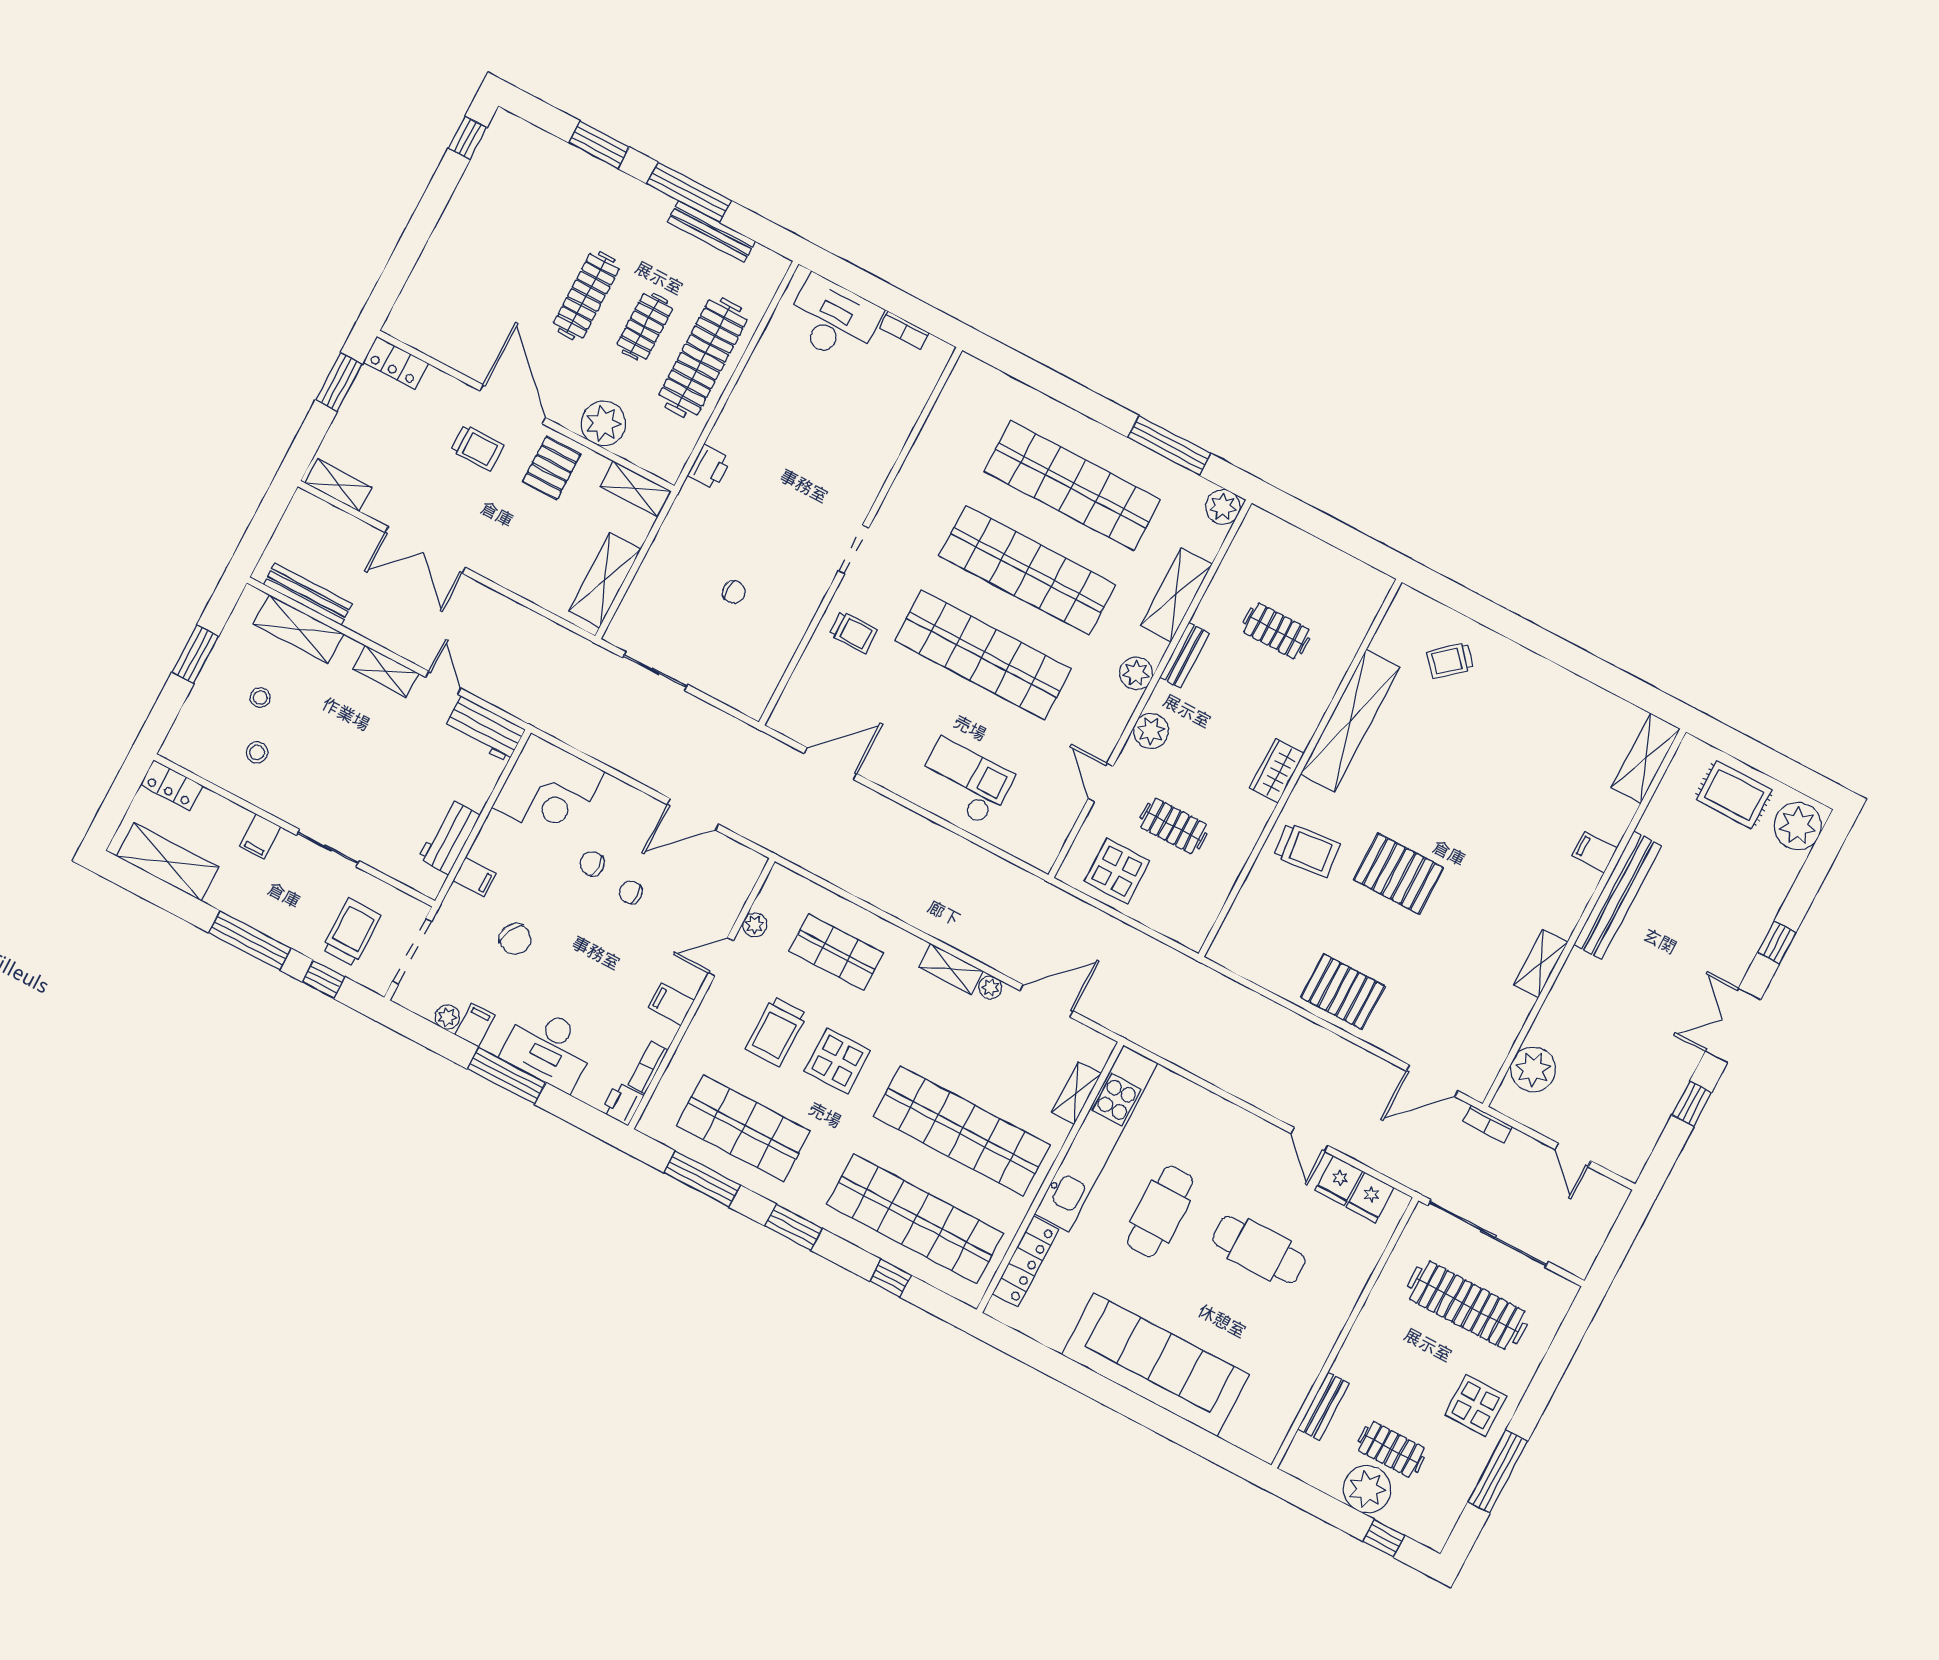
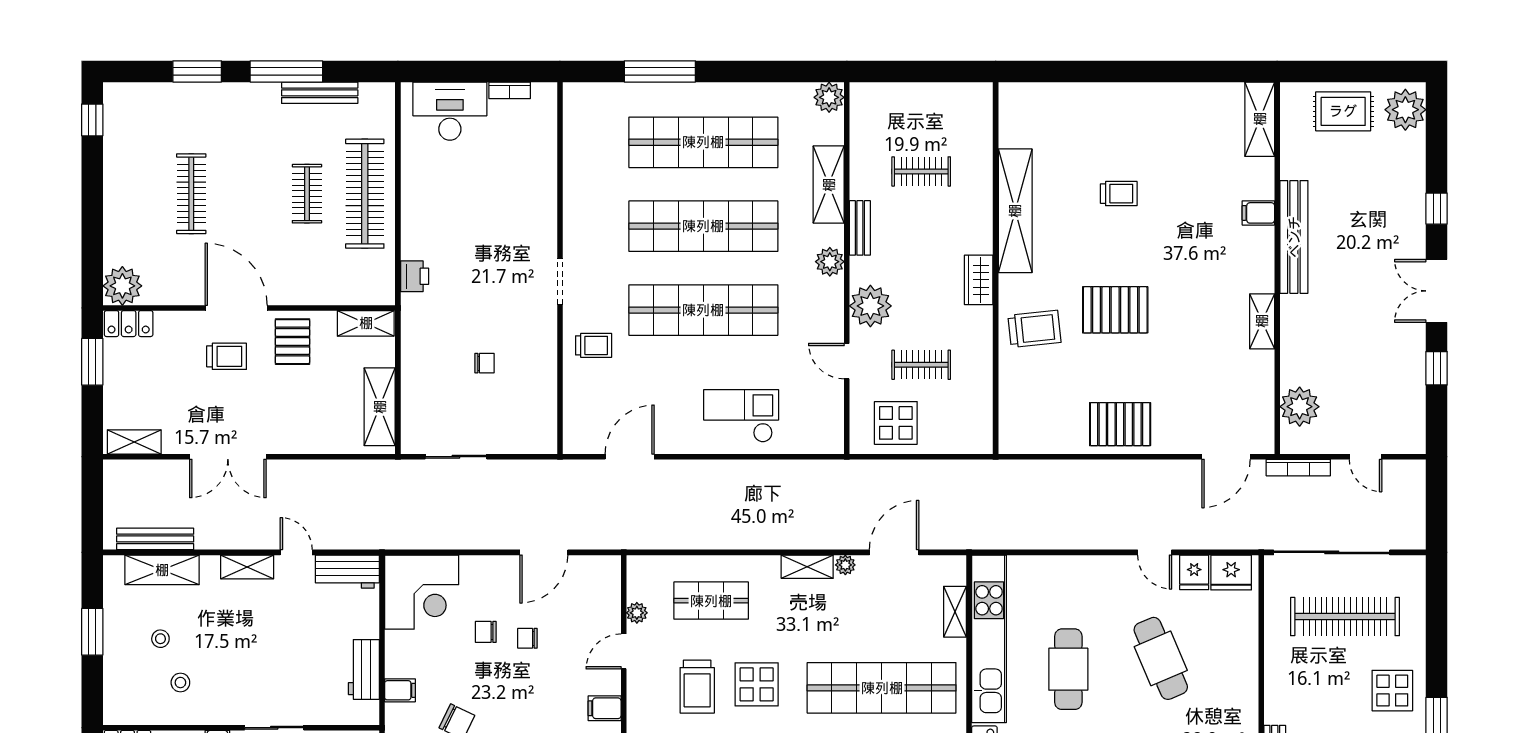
clothes rail: (586, 296) -> (191, 194), moved
plant: (603, 424) -> (122, 286), moved
window: (1169, 445) -> (660, 71), moved
trolley: (1450, 660) -> (1119, 194), moved, turned -139
plant: (1151, 731) -> (870, 306), width x1.36, depth x1.36
bookcase: (1488, 1124) -> (1298, 468), width x1.56
fridge: (1370, 1197) -> (1231, 572), width x1.38
cafe table: (1259, 1250) -> (1161, 658), turned 67

